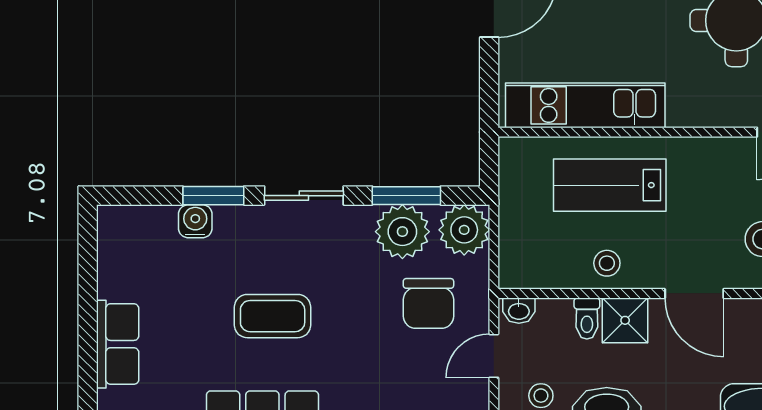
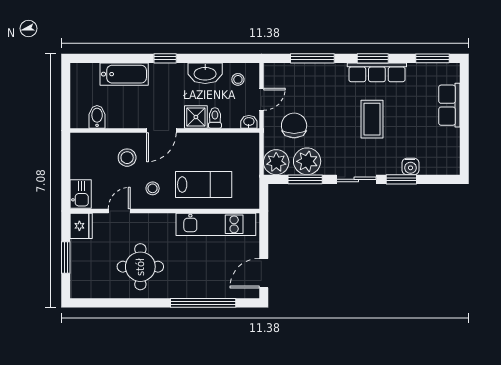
stool: (607, 263) -> (153, 188), moved
door: (694, 293) -> (161, 130), swing flipped
coffee table: (273, 316) -> (372, 119), turned 90

